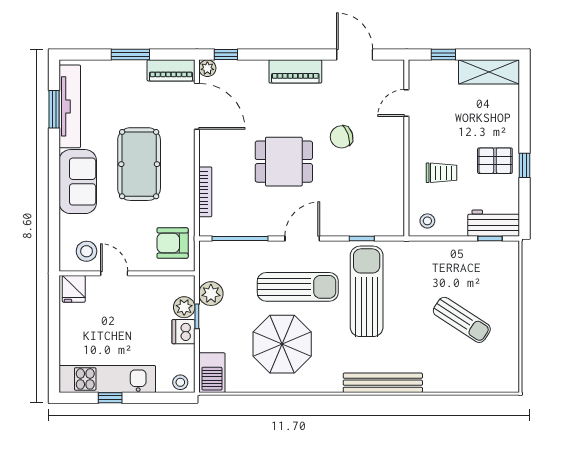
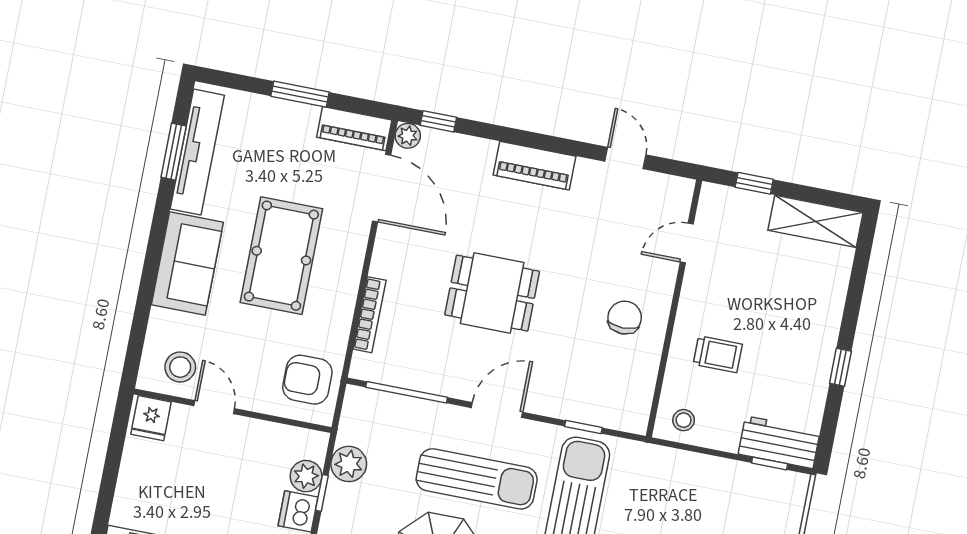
door: (355, 55) -> (625, 158), width x0.73
chair: (342, 137) -> (625, 318), moved, turned 108
pallet: (495, 161) -> (799, 352), removed

